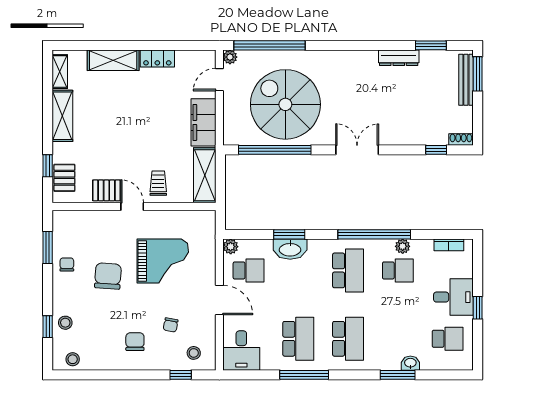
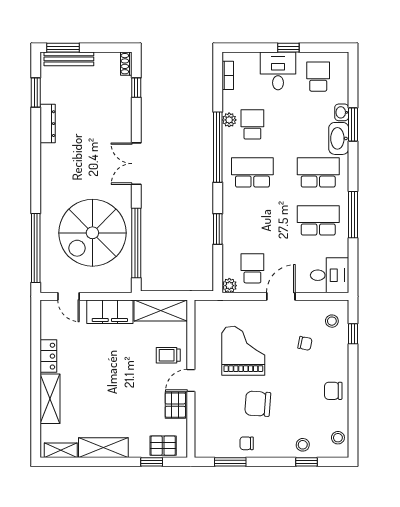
plant: (230, 57) -> (47, 286), removed
washbasin: (290, 249) -> (339, 138), moved, turned 180
chair: (135, 342) -> (333, 391), moved

